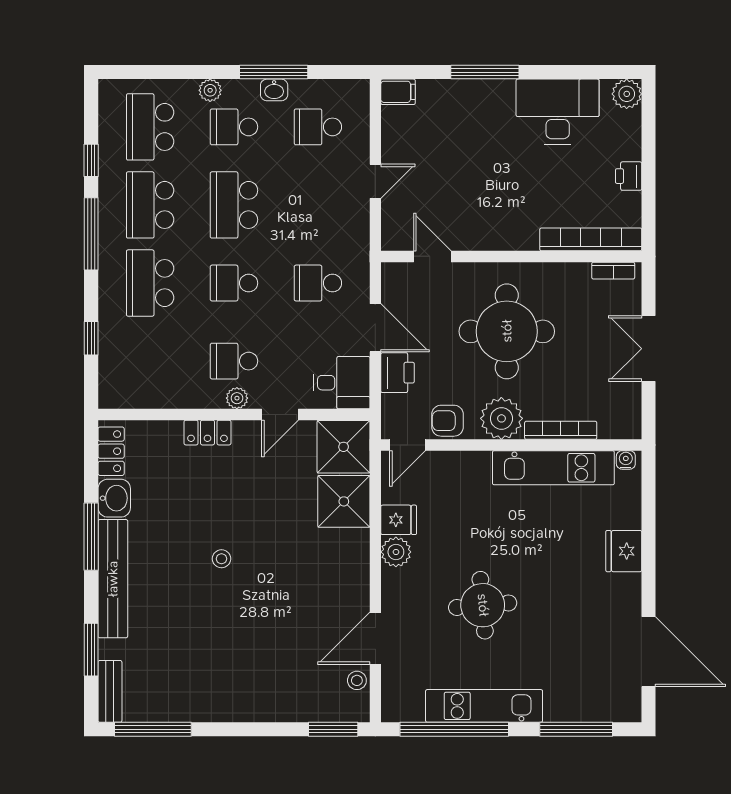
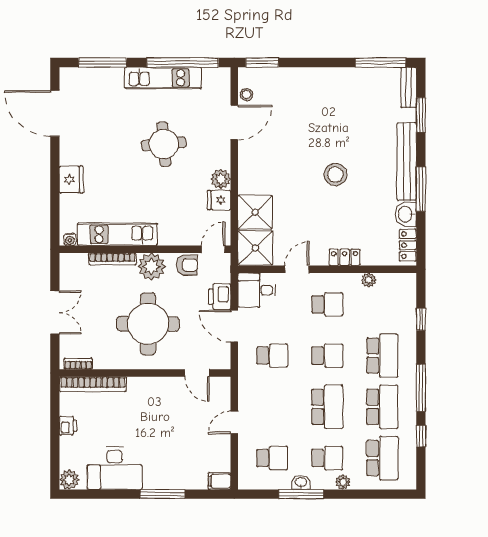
plant: (237, 398) -> (369, 280), moved
stool: (221, 559) -> (335, 175), width x1.89, depth x1.89

